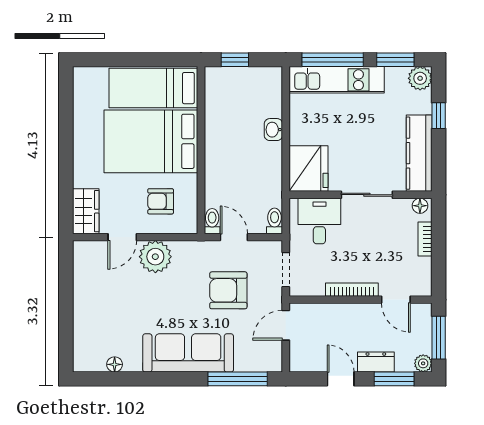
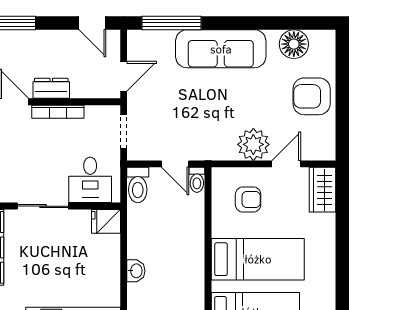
bed: (151, 141) -> (258, 259), width x0.67
fridge: (308, 169) -> (106, 221), width x0.53, depth x0.75
toilet: (275, 221) -> (138, 185), width x1.37, depth x1.39
armchair: (228, 290) -> (312, 96), moved, turned 180
dresser: (376, 362) -> (51, 88), moved, turned 180
floor lamp: (115, 364) -> (294, 44), width x1.89, depth x1.89
door: (341, 379) -> (92, 23), moved

